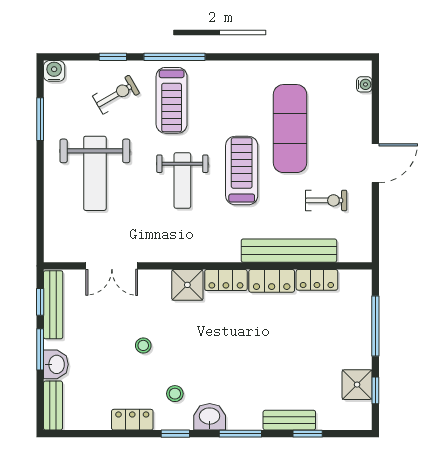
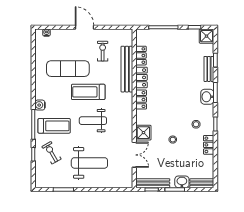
water cooler: (54, 71) -> (40, 105), moved
weight bench: (182, 180) -> (93, 121), turned 180
shower: (187, 285) -> (143, 133), moved
shower: (357, 385) -> (207, 36), moved
washbasin: (210, 417) -> (207, 97), moved

